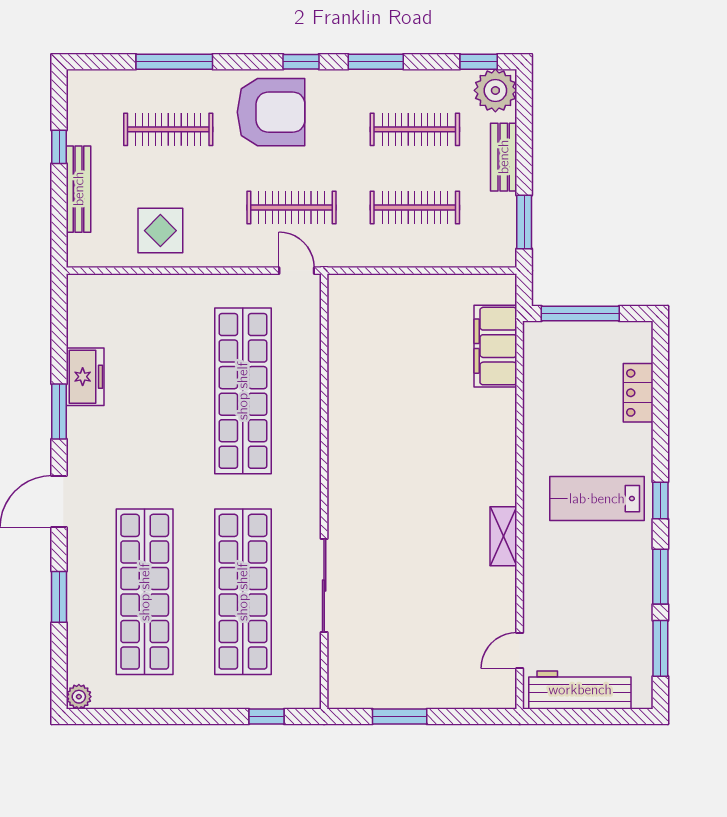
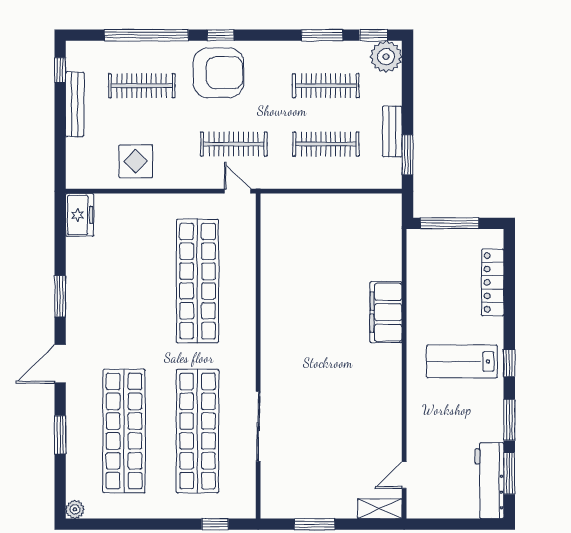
window: (174, 62) -> (146, 35), width x1.46
window: (301, 62) -> (221, 35), moved
window: (376, 62) -> (322, 35), moved
window: (59, 147) -> (60, 70), moved
bench: (504, 157) -> (392, 131), moved
bench: (79, 189) -> (75, 104), moved
filing cabinet: (495, 346) -> (386, 312), moved
freezer: (85, 377) -> (80, 215), moved
locker: (638, 393) -> (493, 282), width x1.53
shelving: (503, 536) -> (380, 509), moved, turned 90
workbench: (580, 690) -> (489, 481), moved, turned -90

